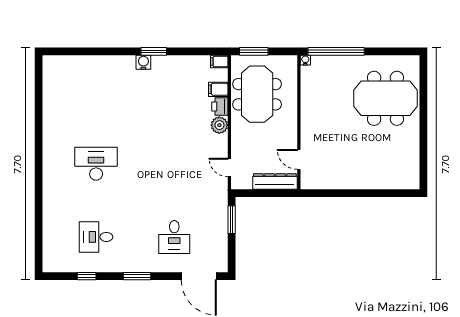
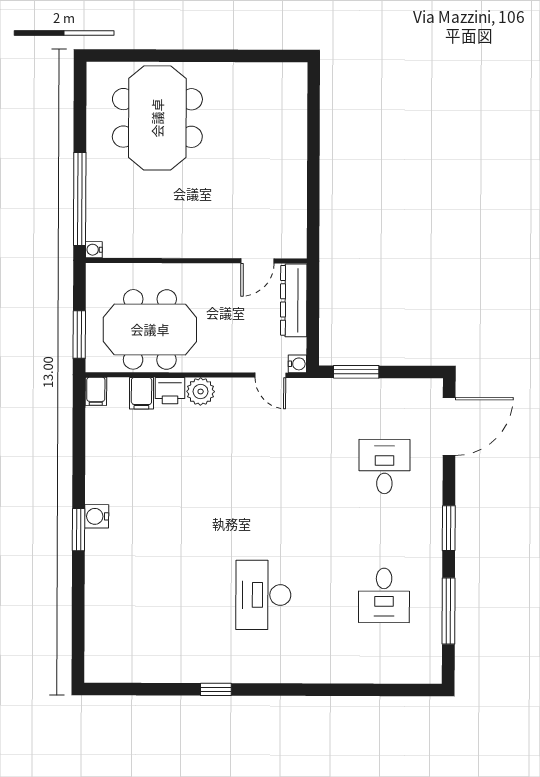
window: (154, 51) -> (79, 530), moved
window: (39, 135) -> (216, 689), added
door: (229, 168) -> (270, 375), hinge flipped
water cooler: (236, 184) -> (297, 364), added
desk: (174, 237) -> (384, 467), turned -90
window: (87, 276) -> (448, 611), width x2.17

